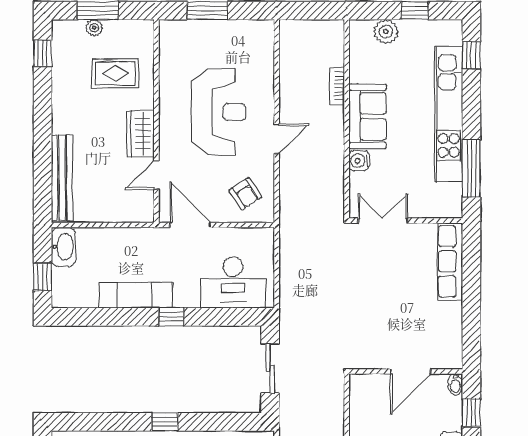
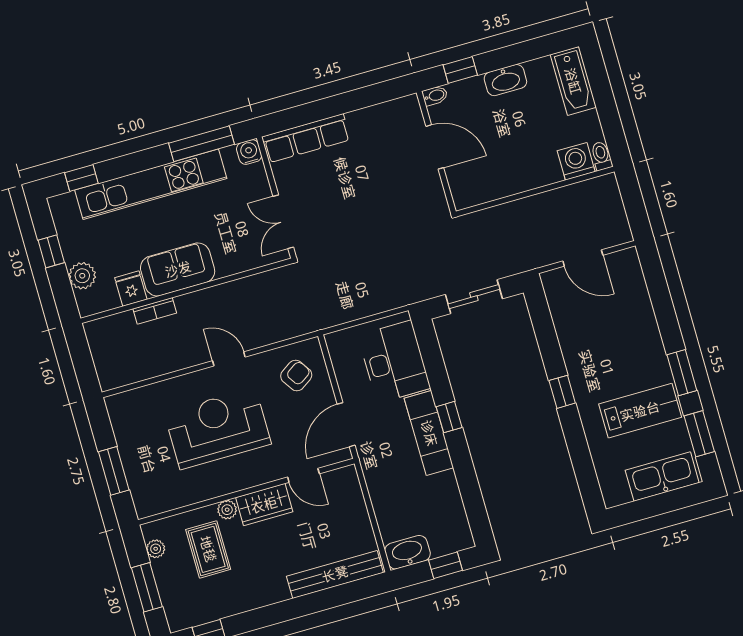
plant: (94, 28) -> (156, 549), moved
fridge: (362, 71) -> (131, 289), added
plant: (145, 100) -> (227, 510), added
water cooler: (359, 161) -> (249, 152), moved, turned 180
exam couch: (136, 295) -> (429, 433), moved

